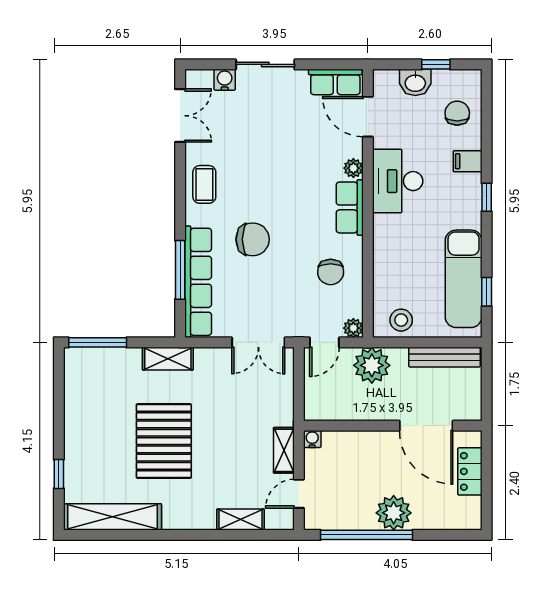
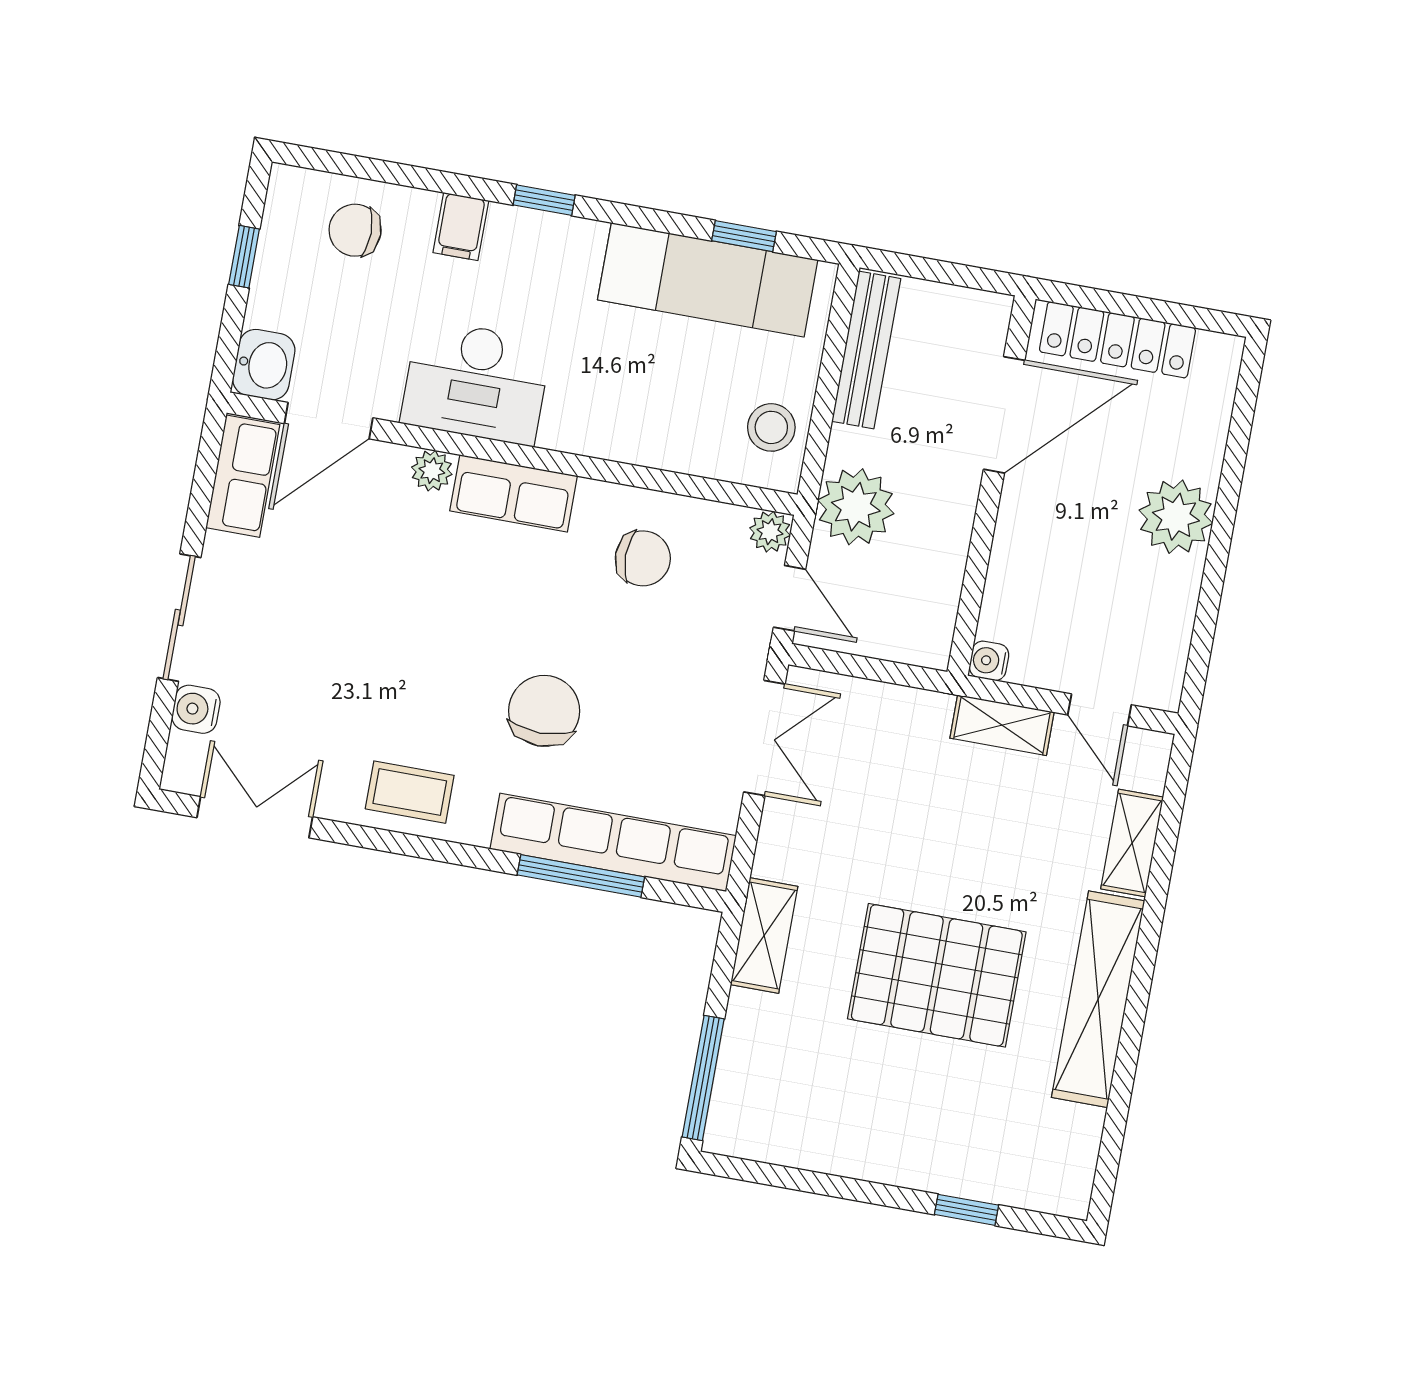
washbasin: (415, 82) -> (264, 365), moved
locker: (470, 471) -> (1117, 340), width x1.53
shelving: (112, 517) -> (1098, 999), moved
window: (366, 535) -> (1213, 583), removed

